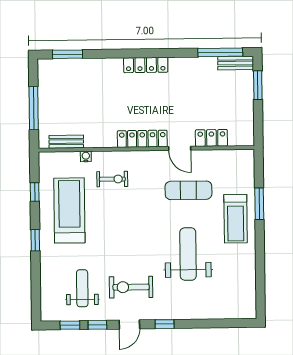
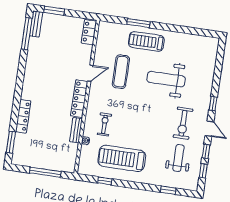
locker: (146, 65) -> (23, 116), moved
locker: (211, 138) -> (89, 32), moved
bench: (66, 142) -> (76, 130), moved
treadmill: (236, 219) -> (146, 41), turned 180
window: (35, 240) -> (168, 190), moved
weight bench: (82, 288) -> (178, 158), turned 90

